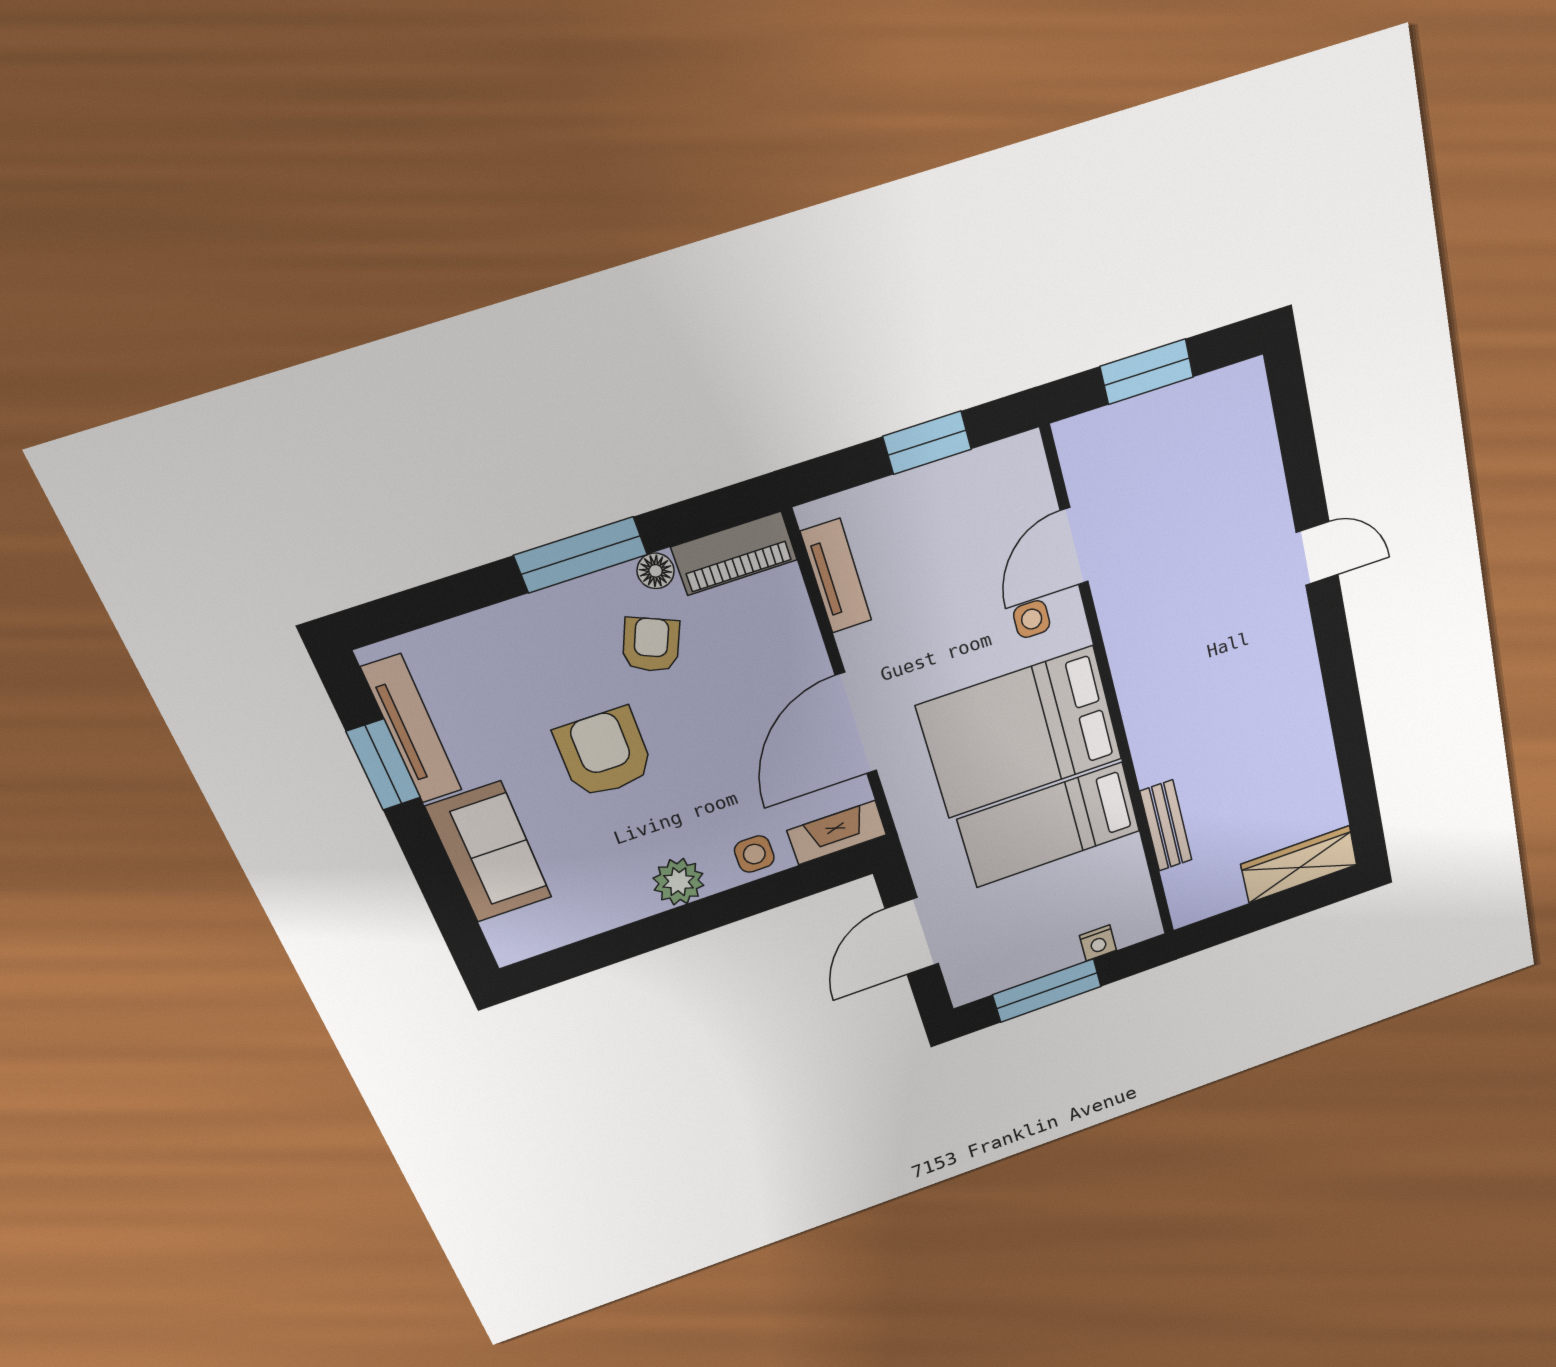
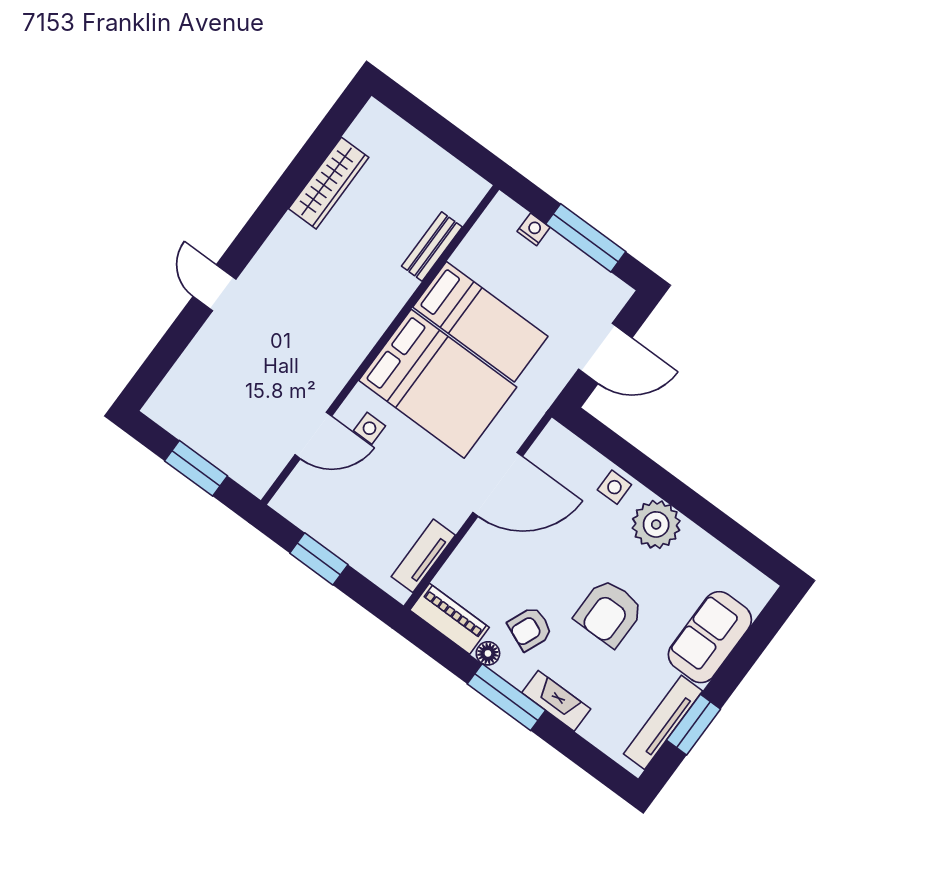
fireplace: (837, 833) -> (556, 701), moved, turned 180
wardrobe: (1299, 864) -> (329, 183), moved, turned -90
plant: (679, 882) -> (656, 524), width x1.36, depth x1.36

